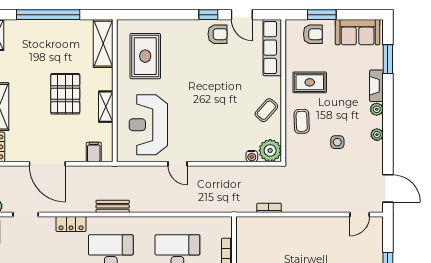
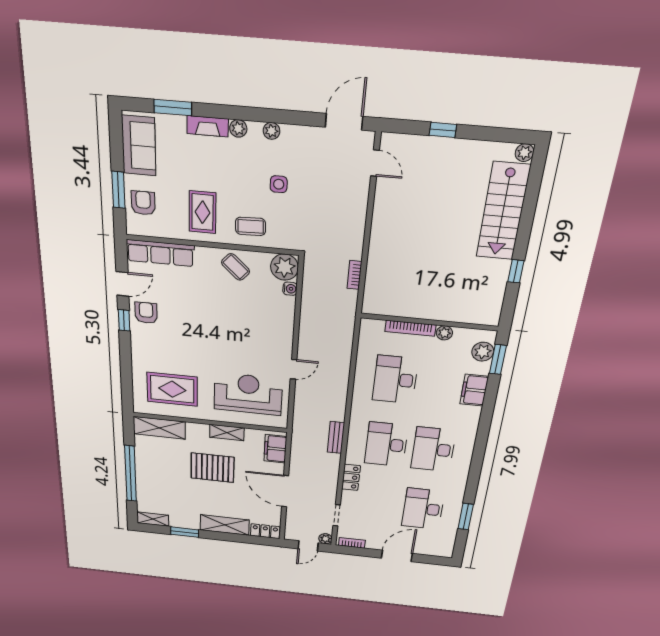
reception desk: (148, 125) -> (248, 394), turned 180
filing cabinet: (94, 152) -> (275, 449), width x2.00
door: (47, 164) -> (285, 491), swing flipped

